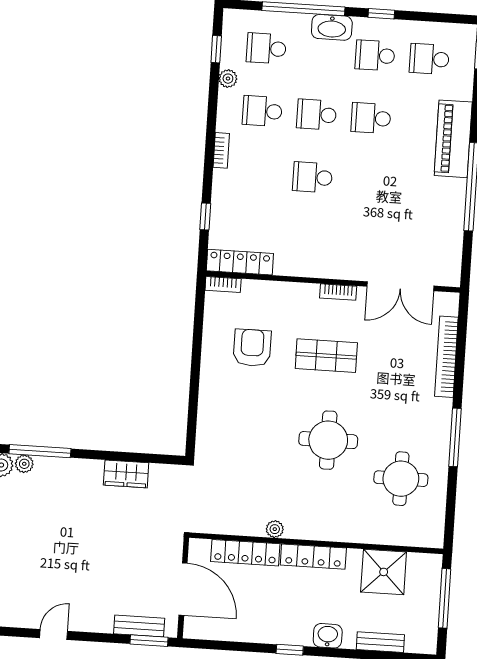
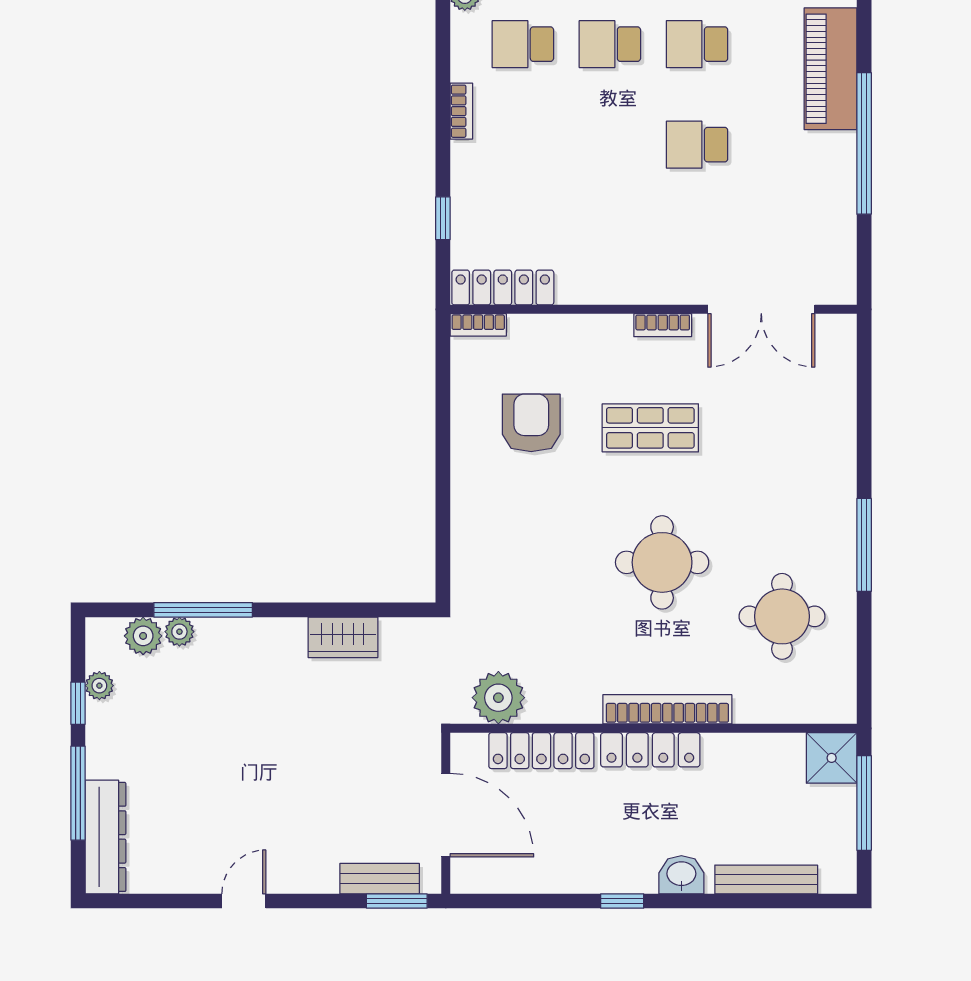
school desk: (313, 177) -> (697, 145), moved
bookcase: (446, 357) -> (667, 709), moved, turned 90
plant: (275, 529) -> (498, 698), moved, width x1.88, depth x1.88
shower: (384, 572) -> (832, 758), moved, width x0.73, depth x0.73
bench: (380, 642) -> (766, 879), width x1.36

